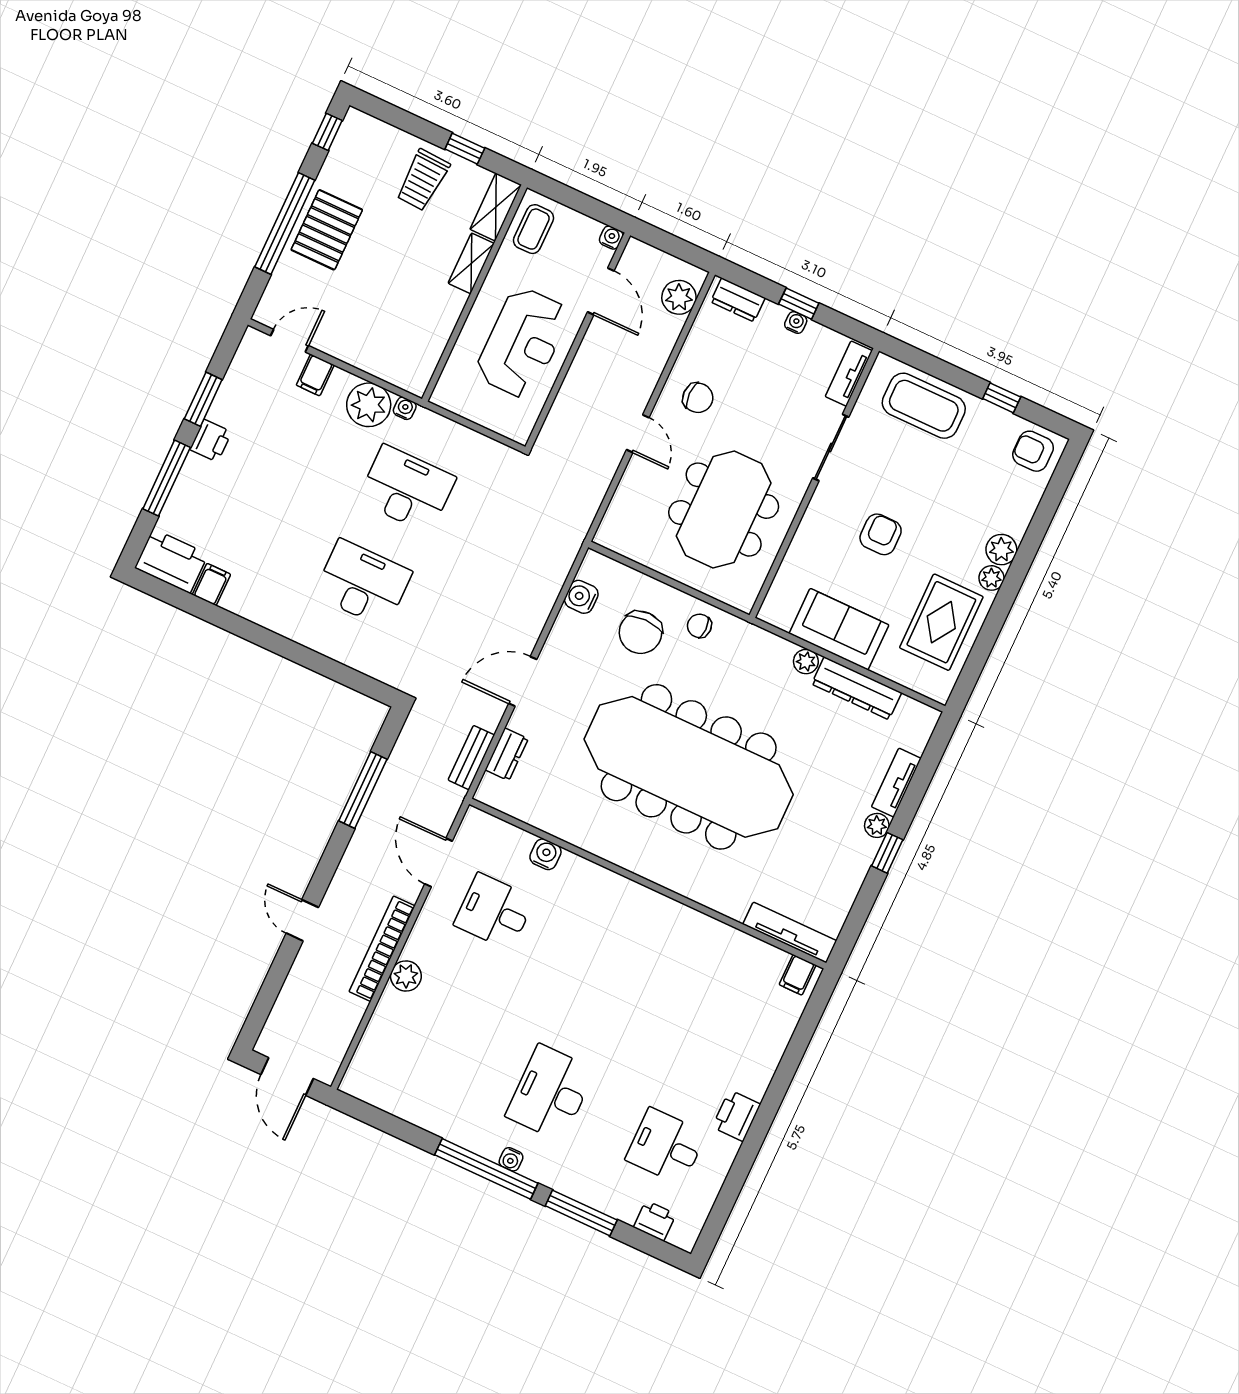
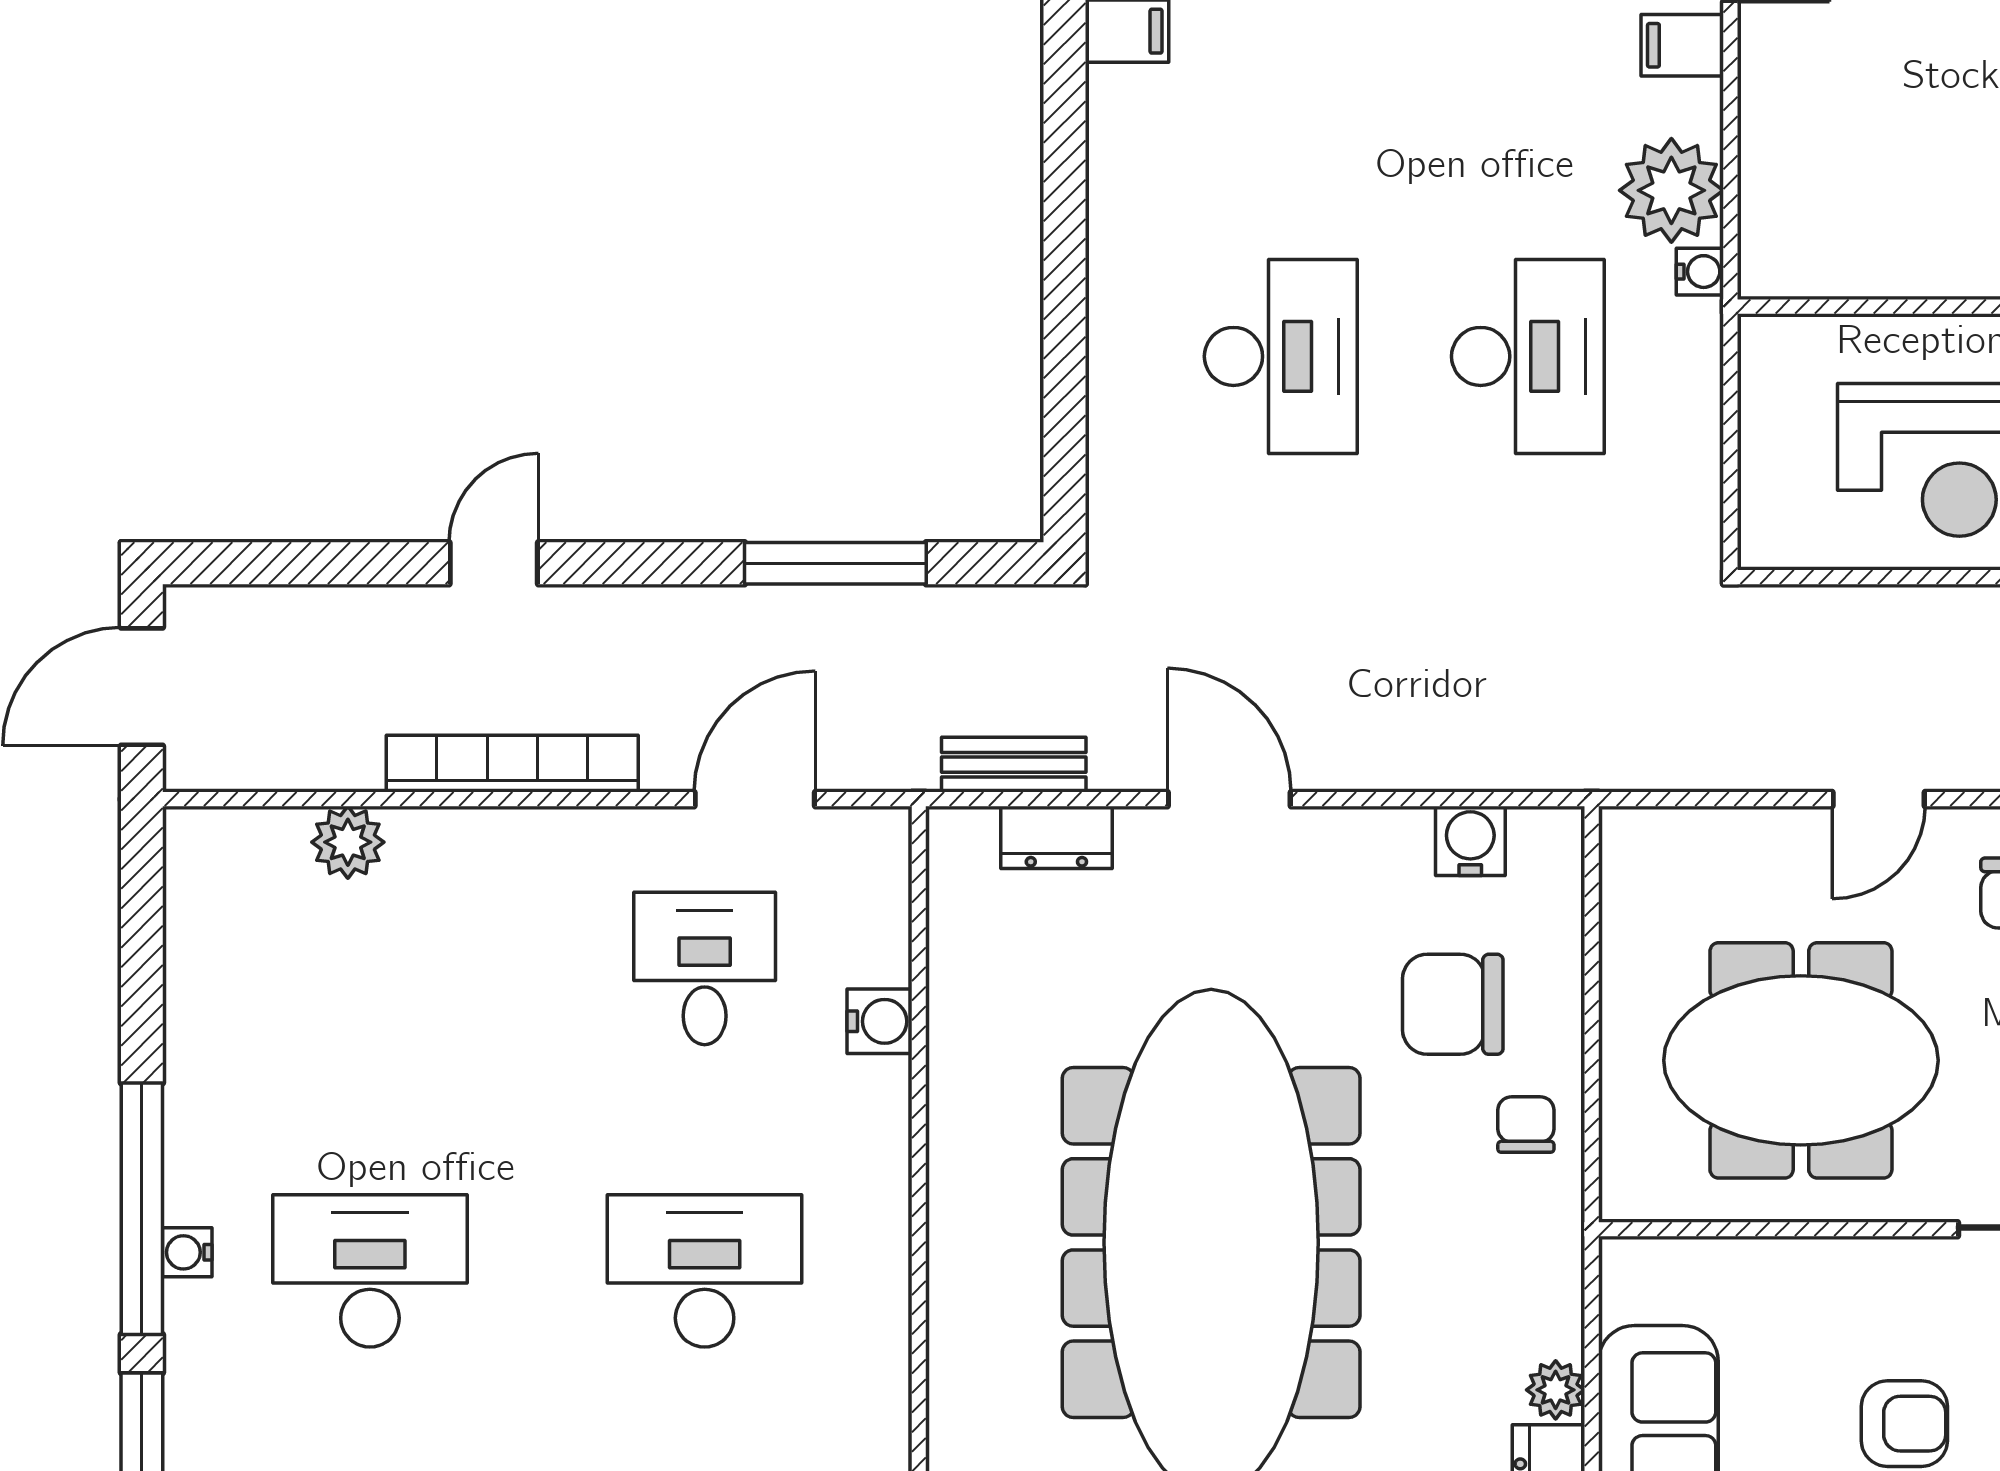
desk: (610, 965) -> (705, 1271), added
plant: (406, 976) -> (348, 842), moved

